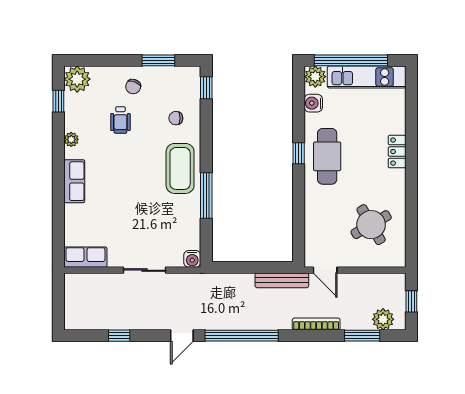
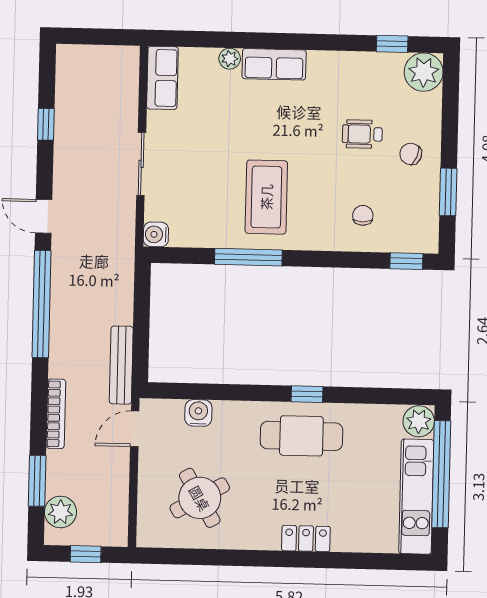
water cooler: (313, 103) -> (198, 413), moved
plant: (71, 139) -> (230, 59), moved
coffee table: (180, 168) -> (266, 197), moved, turned 90

